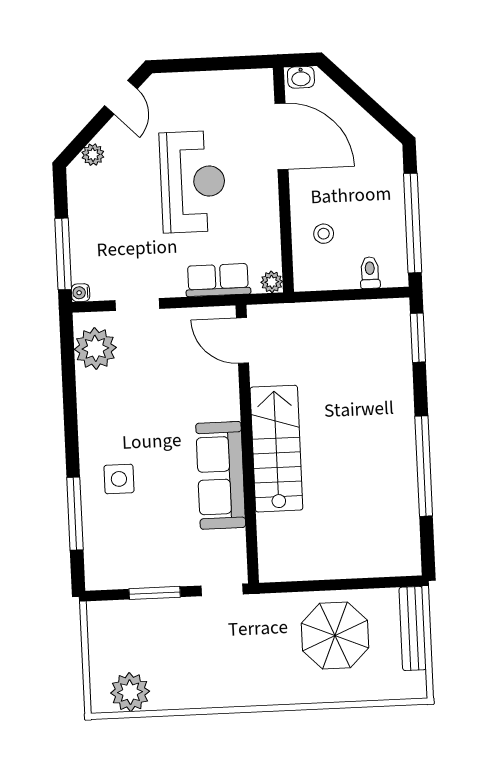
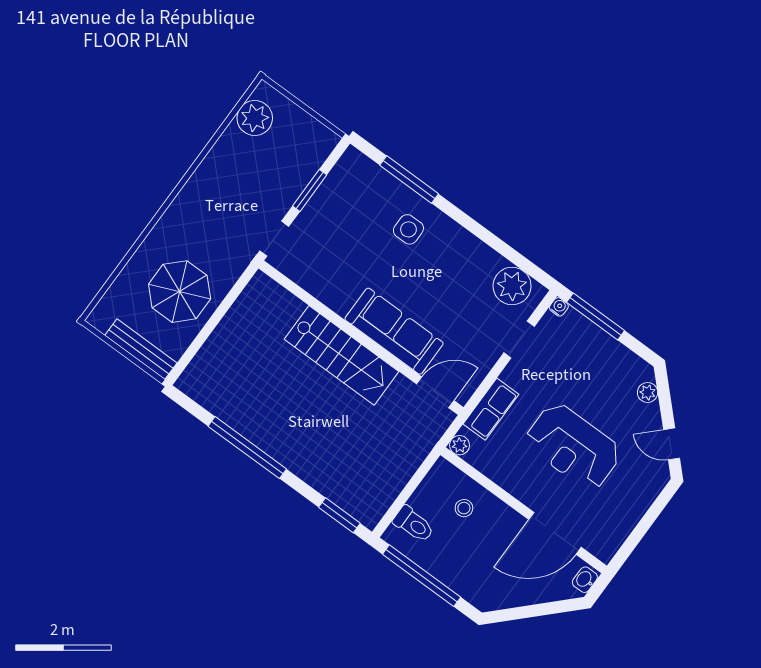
toilet: (370, 273) -> (414, 524), width x1.37, depth x1.39
sofa: (221, 475) -> (394, 331), moved

